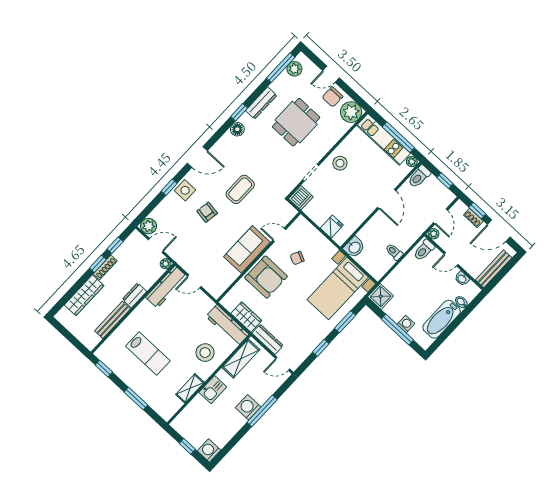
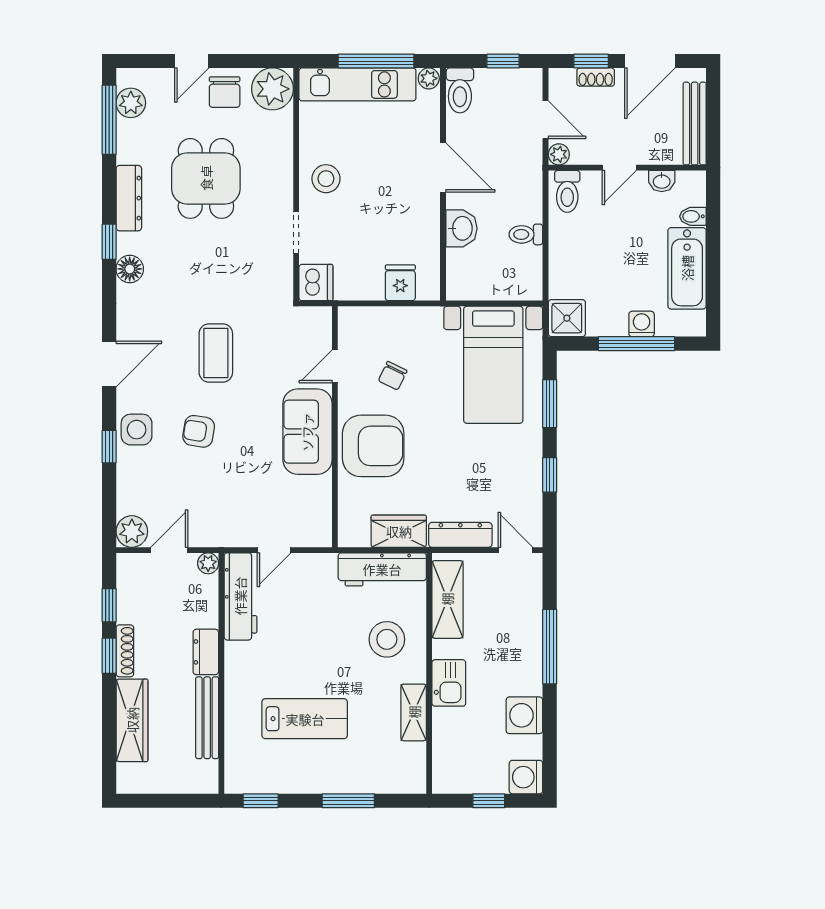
washbasin: (354, 247) -> (461, 228), moved
door: (283, 364) -> (516, 550), swing flipped
washing machine: (248, 407) -> (524, 715), moved

